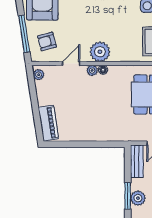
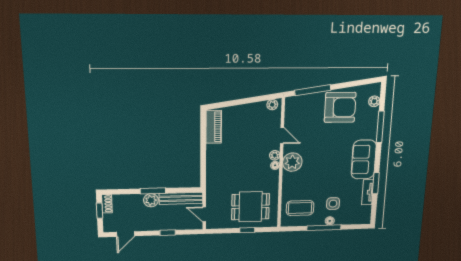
armchair: (47, 41) -> (304, 112), removed
piano: (48, 123) -> (214, 127), moved, turned -81
bench: (137, 161) -> (181, 198), width x1.36

